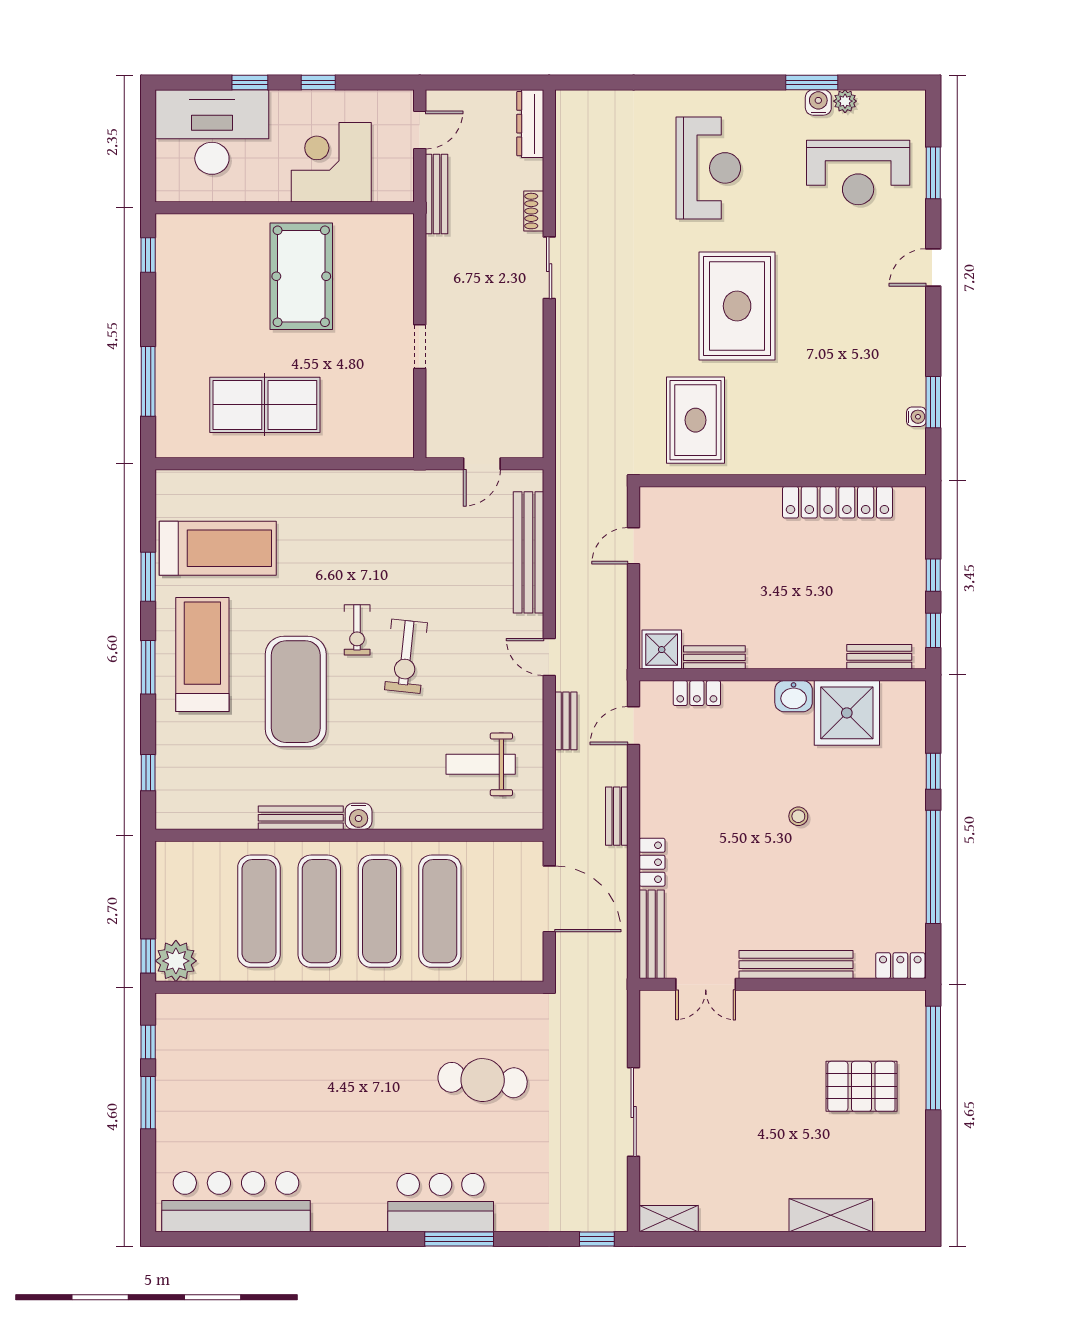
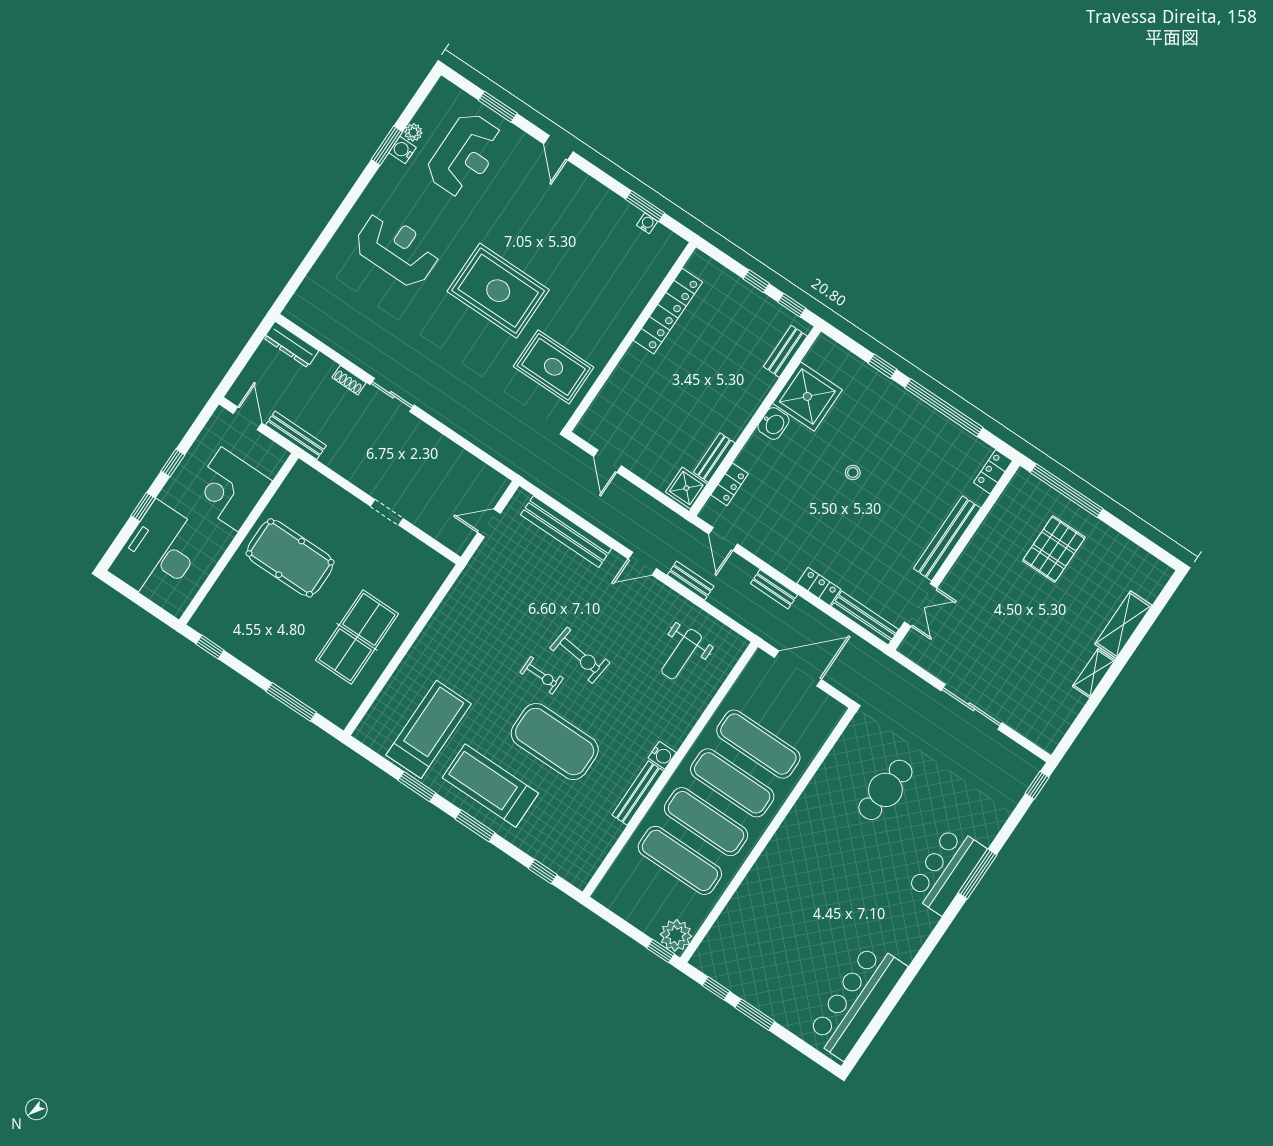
door: (482, 464) -> (489, 523), swing flipped
shelving: (669, 1219) -> (1094, 673), moved

